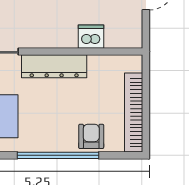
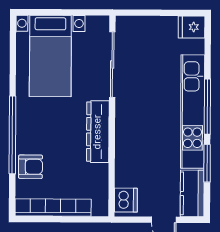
dishwasher: (91, 37) -> (126, 200), moved

